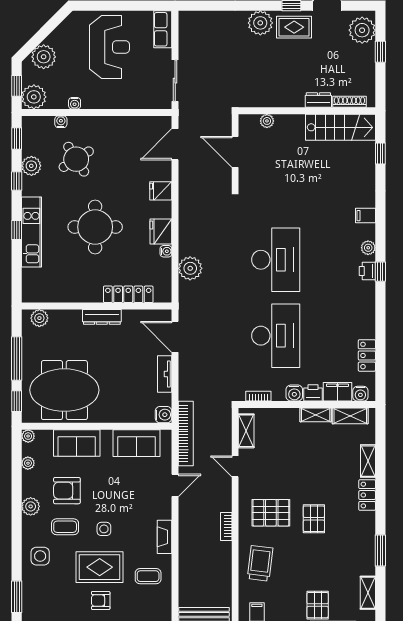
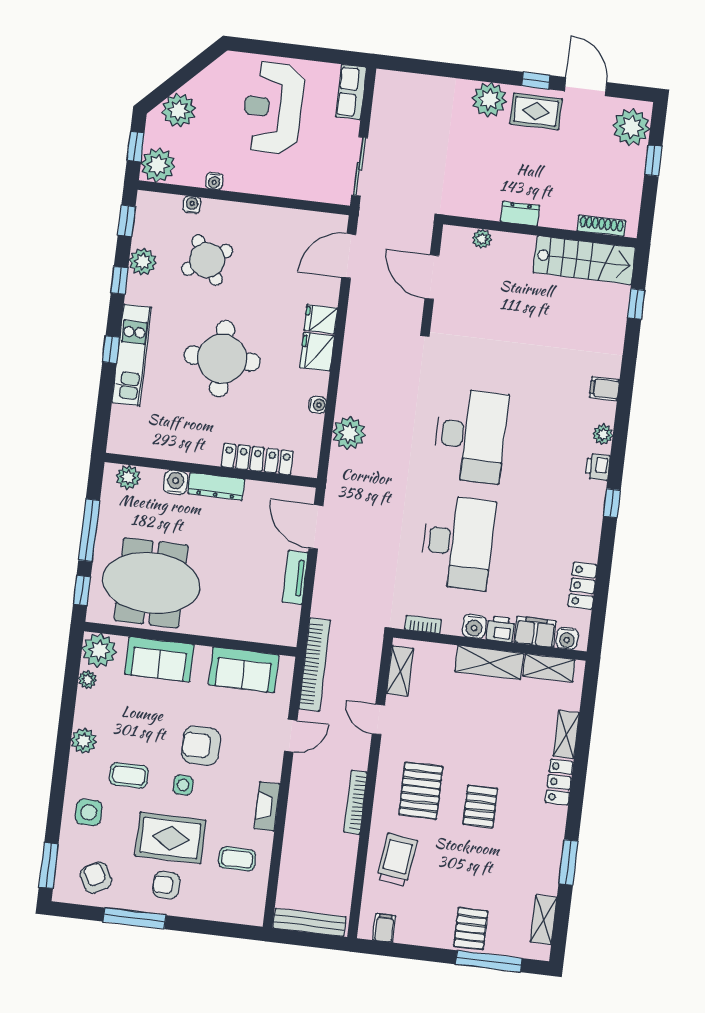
reception desk: (109, 47) -> (273, 108), turned 180
dresser: (318, 100) -> (520, 214), moved
fridge: (161, 232) -> (317, 352), moved
window: (380, 272) -> (612, 503), moved
water cooler: (164, 415) -> (176, 482), moved, turned -90
shelving: (316, 415) -> (489, 662), width x1.50, depth x1.33
plant: (28, 436) -> (99, 650), width x1.88, depth x1.88
armchair: (67, 491) -> (201, 746), moved
pallet: (271, 513) -> (421, 791), turned 90
bookcase: (226, 526) -> (356, 802), width x1.56
armchair: (51, 601) -> (96, 878), added

